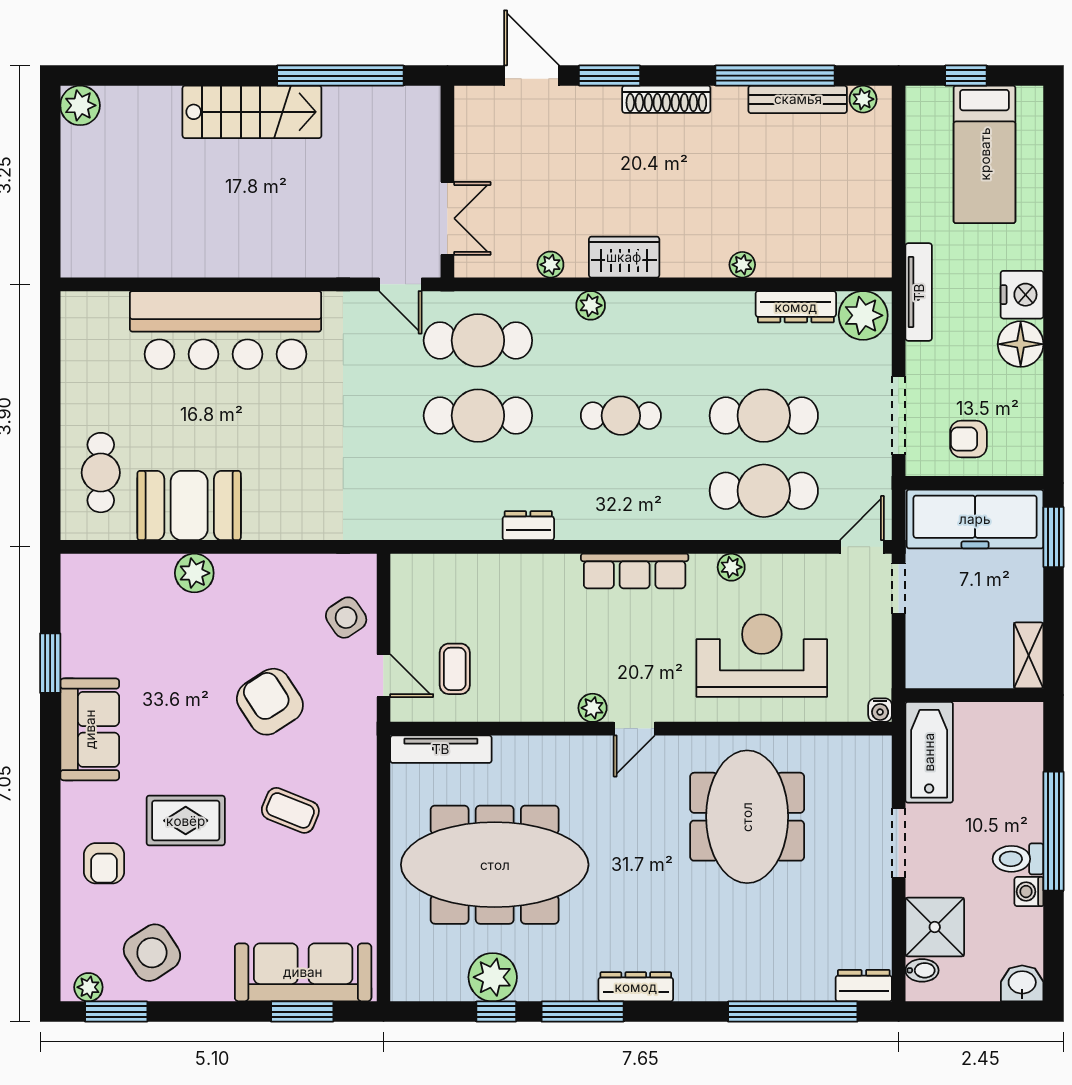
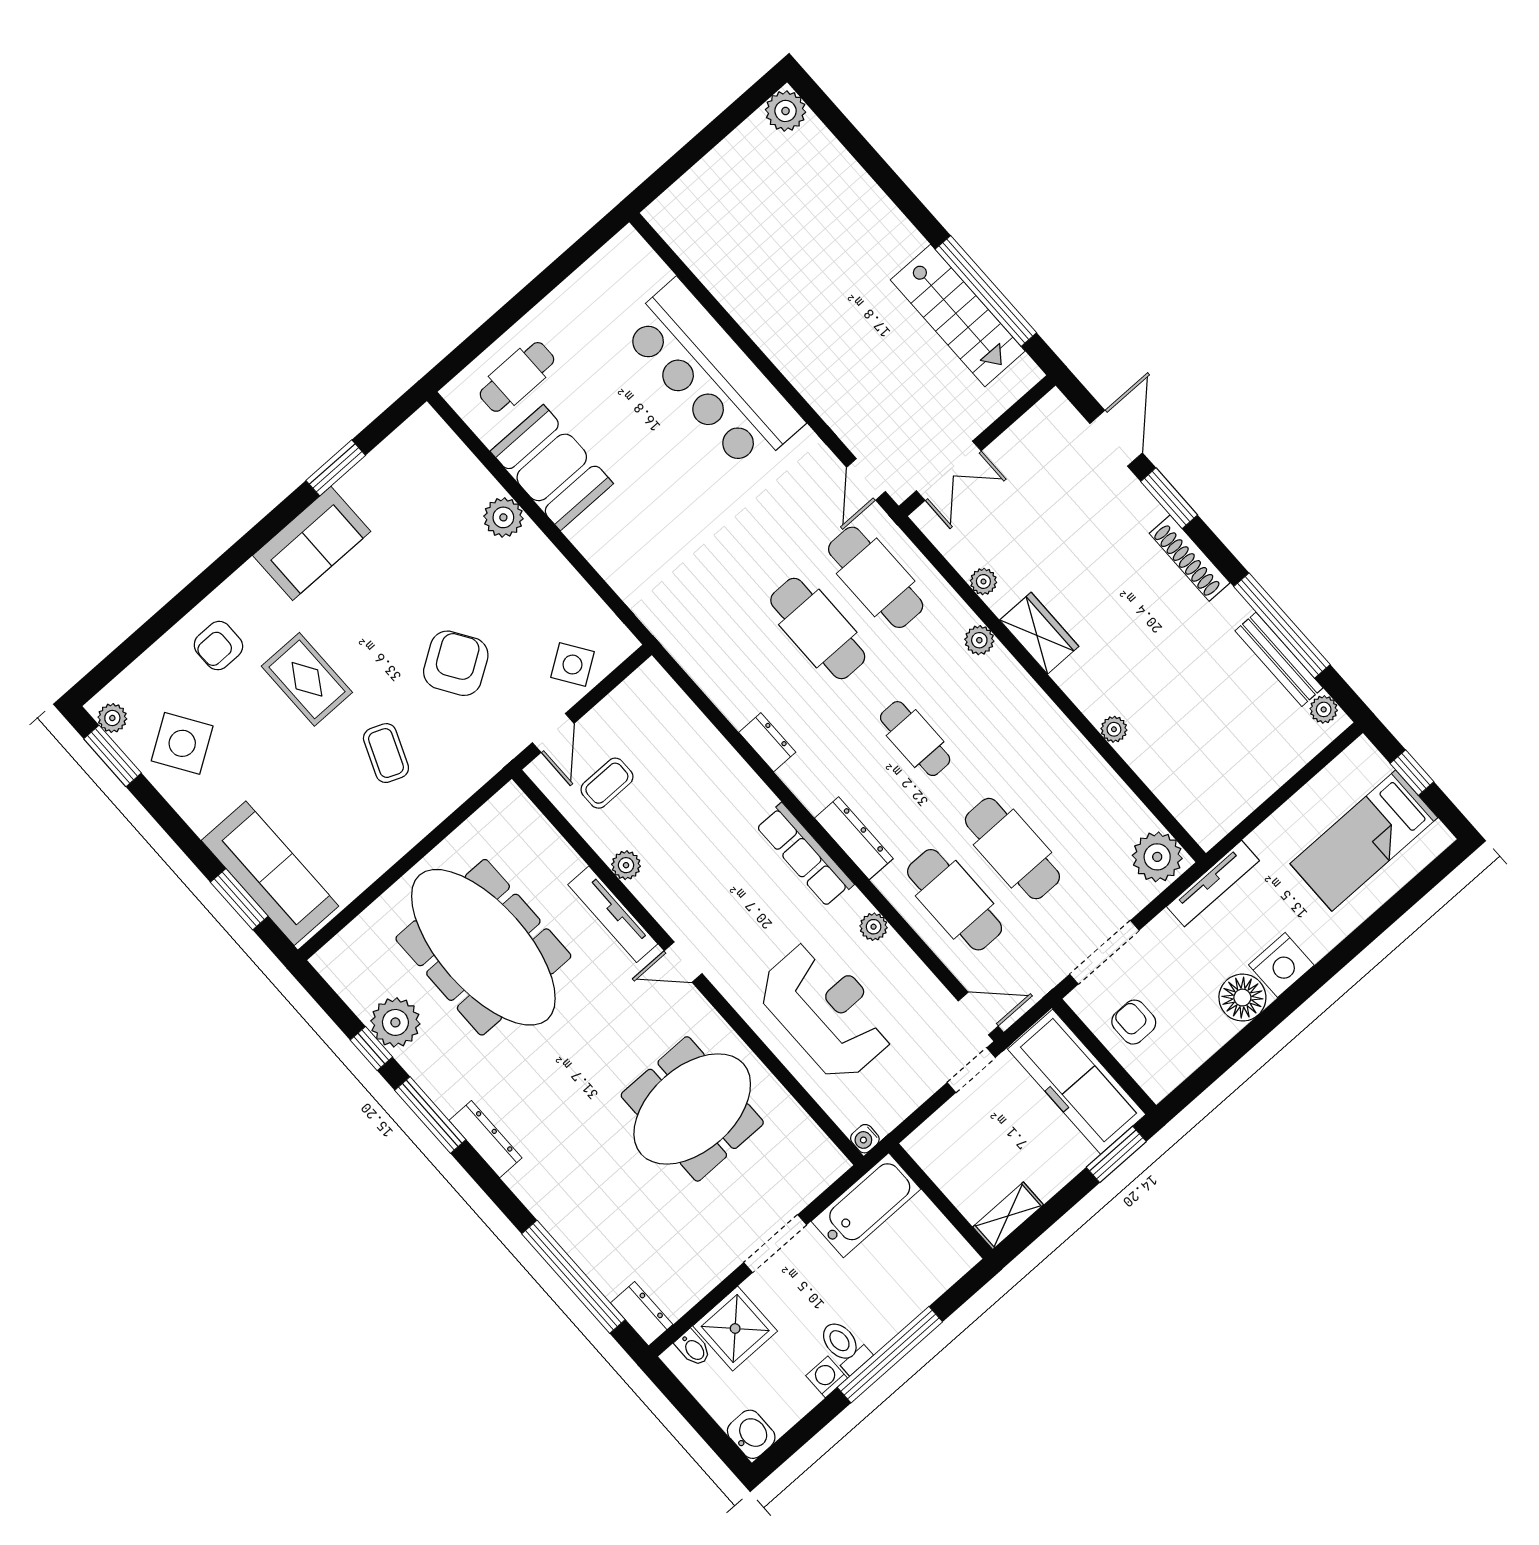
stairs: (252, 112) -> (958, 315), moved
dresser: (796, 307) -> (854, 838), moved, turned 180
plant: (593, 708) -> (626, 865), moved
tv unit: (441, 749) -> (613, 914), moved

